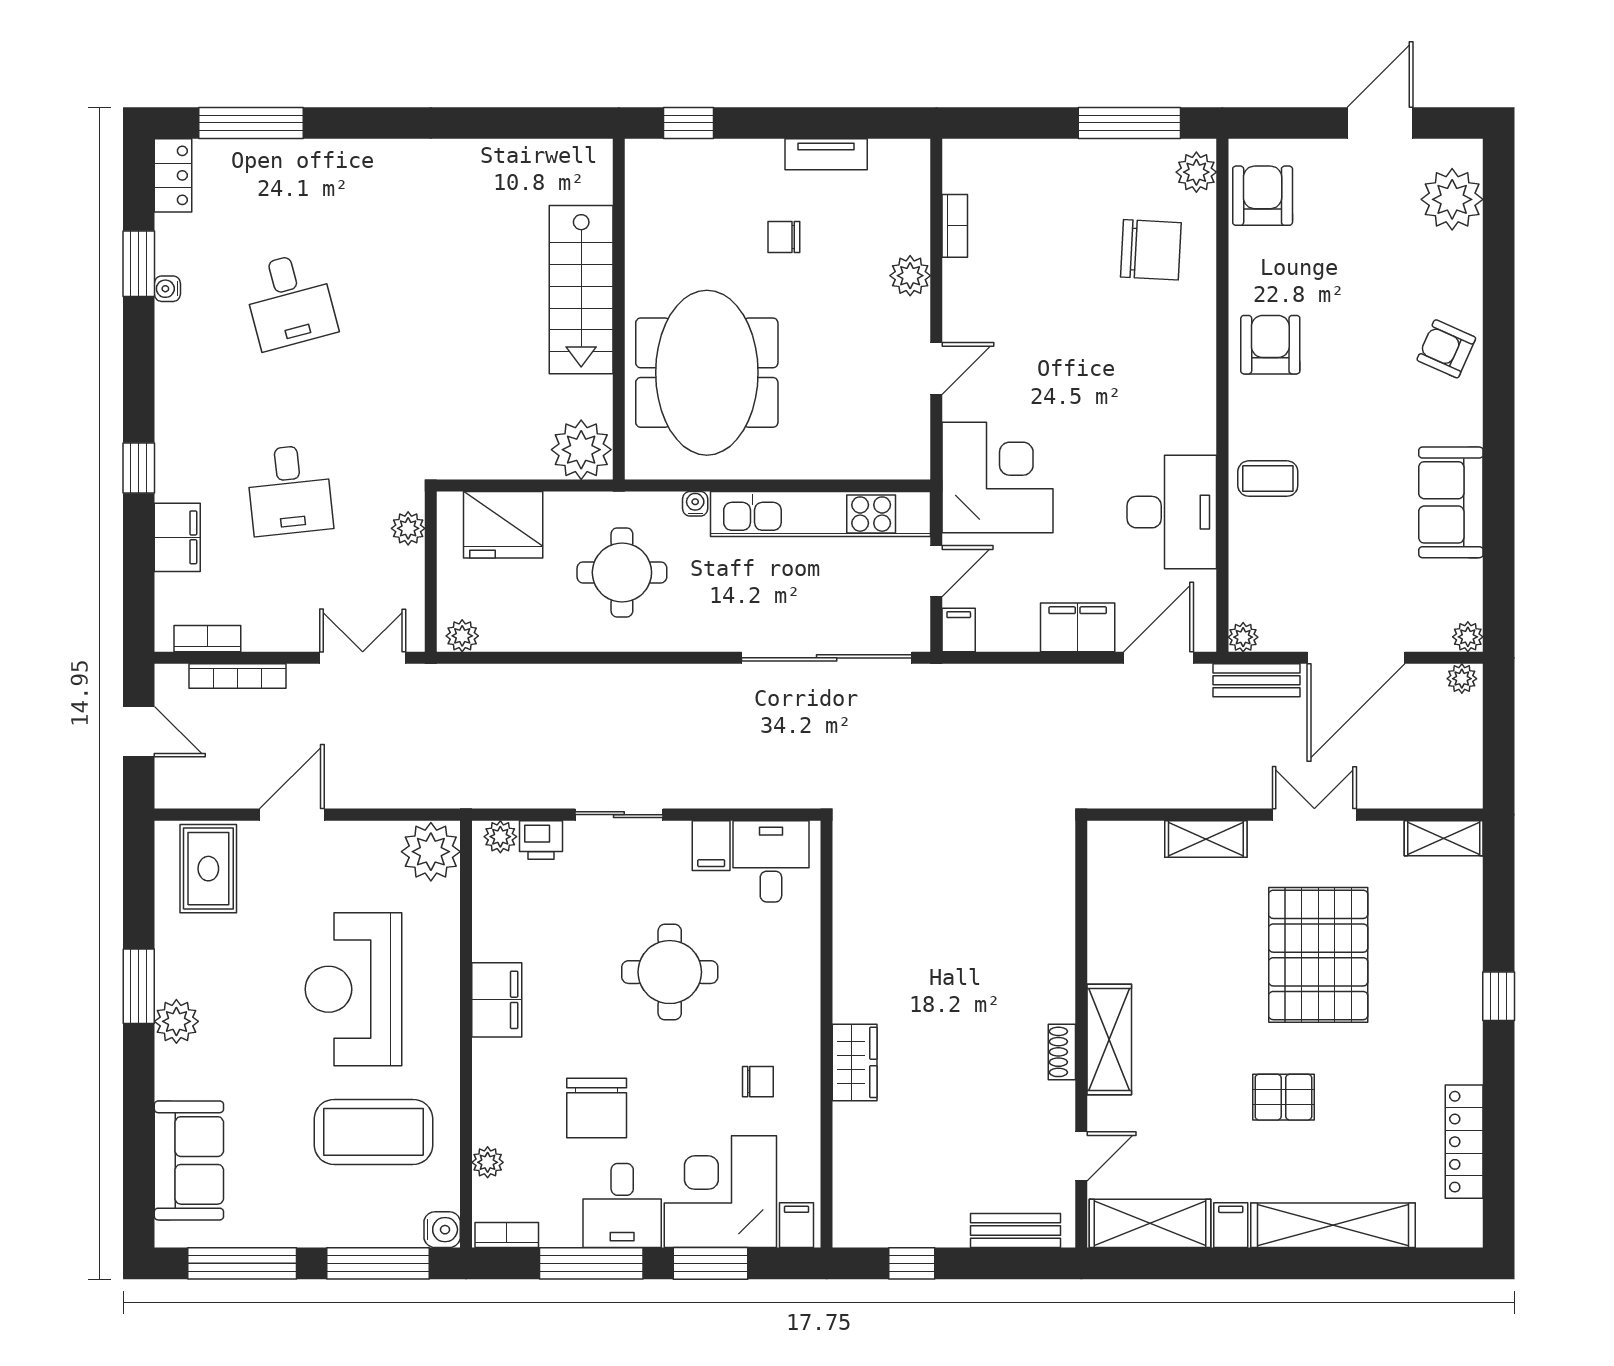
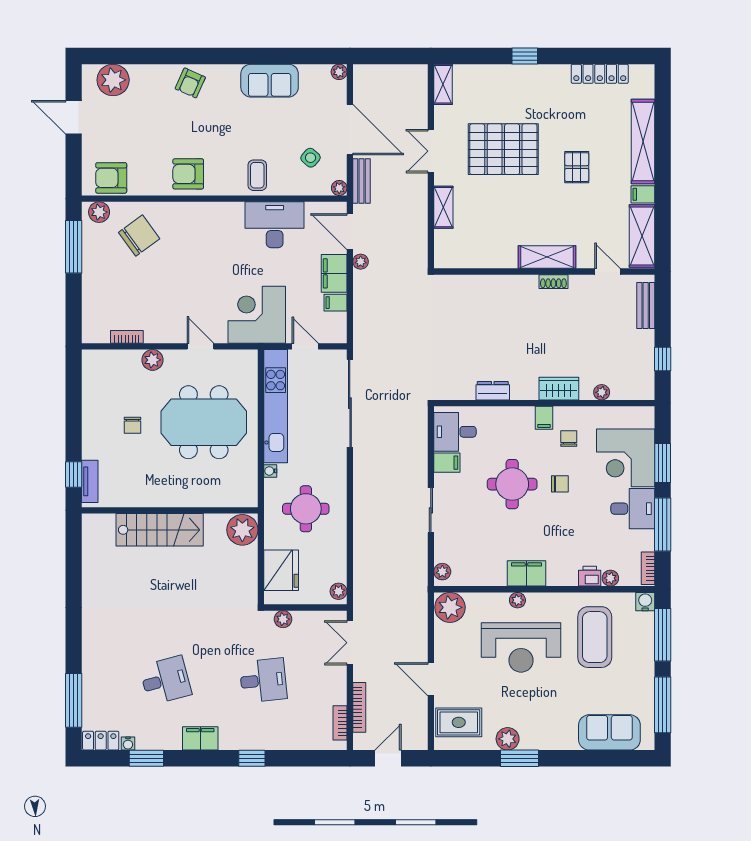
tv unit: (826, 154) -> (90, 481), moved
chair: (1151, 250) -> (139, 236), turned 51
water cooler: (167, 289) -> (128, 744), moved
meeting table: (707, 373) -> (204, 422), moved
filing cabinet: (177, 537) -> (200, 738), moved
side table: (1302, 582) -> (310, 158), added
filing cabinet: (959, 630) -> (336, 303), moved
plant: (1462, 679) -> (361, 262), moved
printer: (541, 840) -> (590, 576), moved, turned -90
dresser: (851, 934) -> (493, 391), added
plant: (445, 982) -> (517, 600), added
plant: (176, 1021) -> (508, 739), moved
chair: (597, 1108) -> (560, 484), moved, width x0.54, depth x0.54
plant: (847, 1145) -> (602, 392), added
filing cabinet: (797, 1225) -> (544, 418), moved, turned -90

